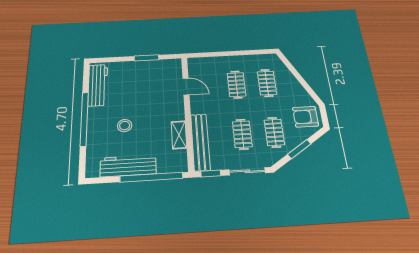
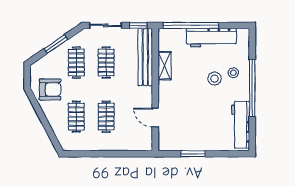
armchair: (305, 117) -> (50, 89), moved
stool: (104, 132) -> (233, 73), added

